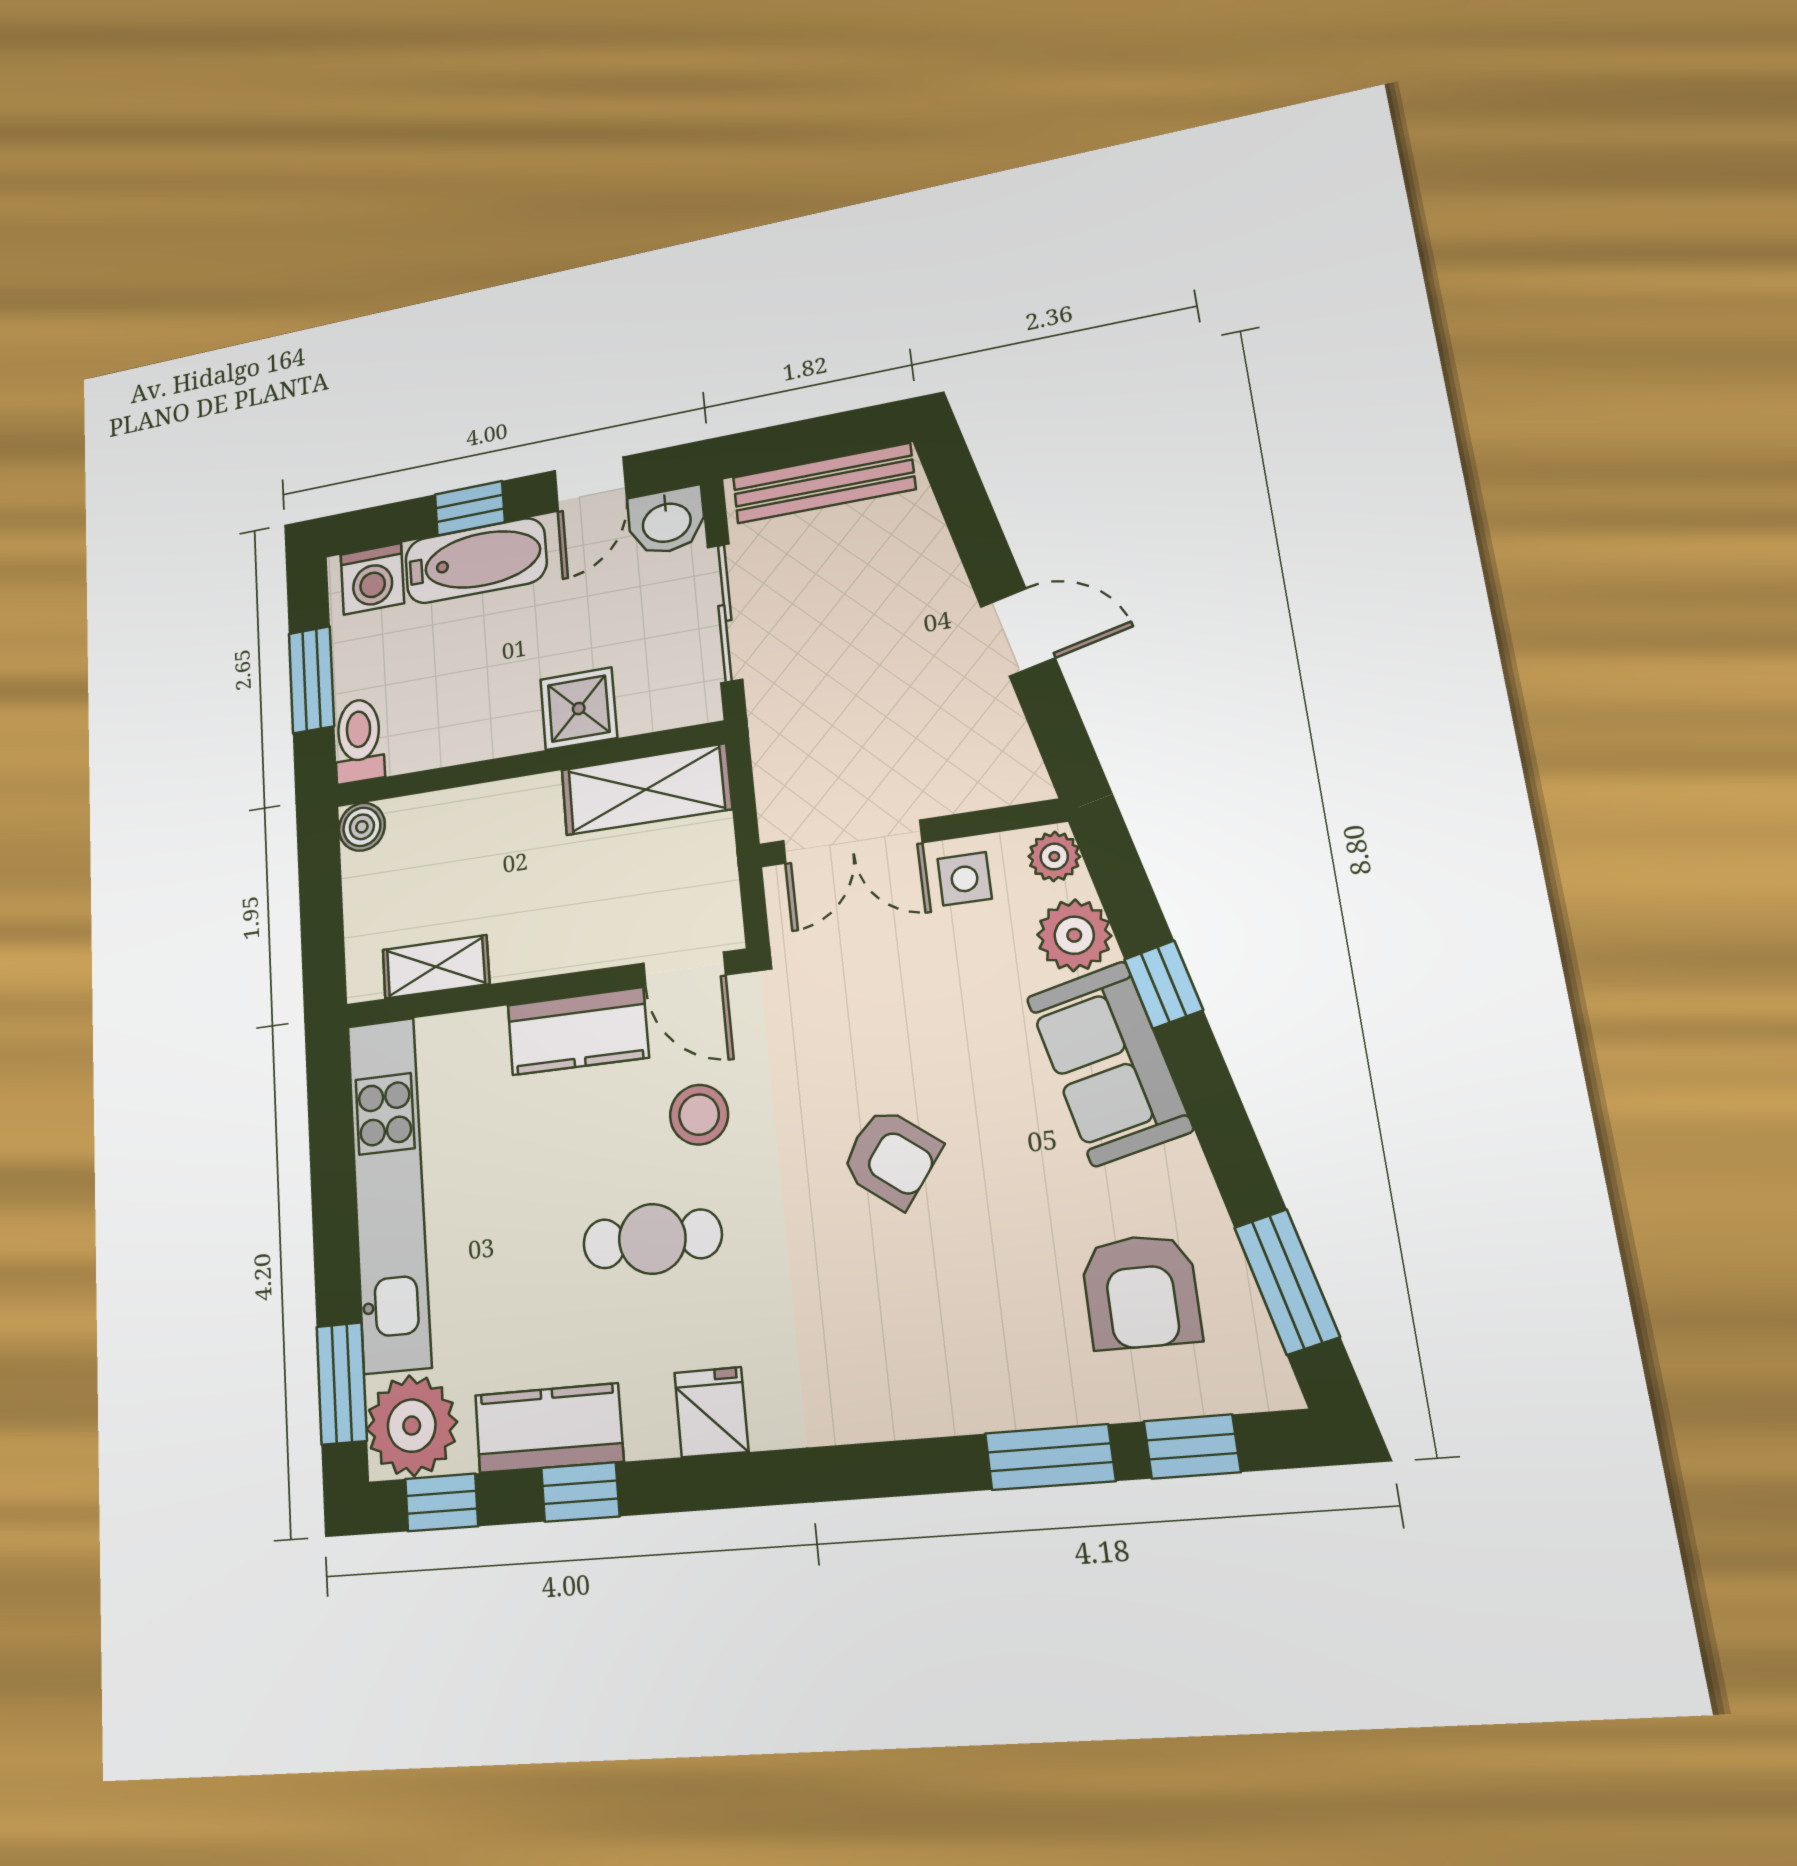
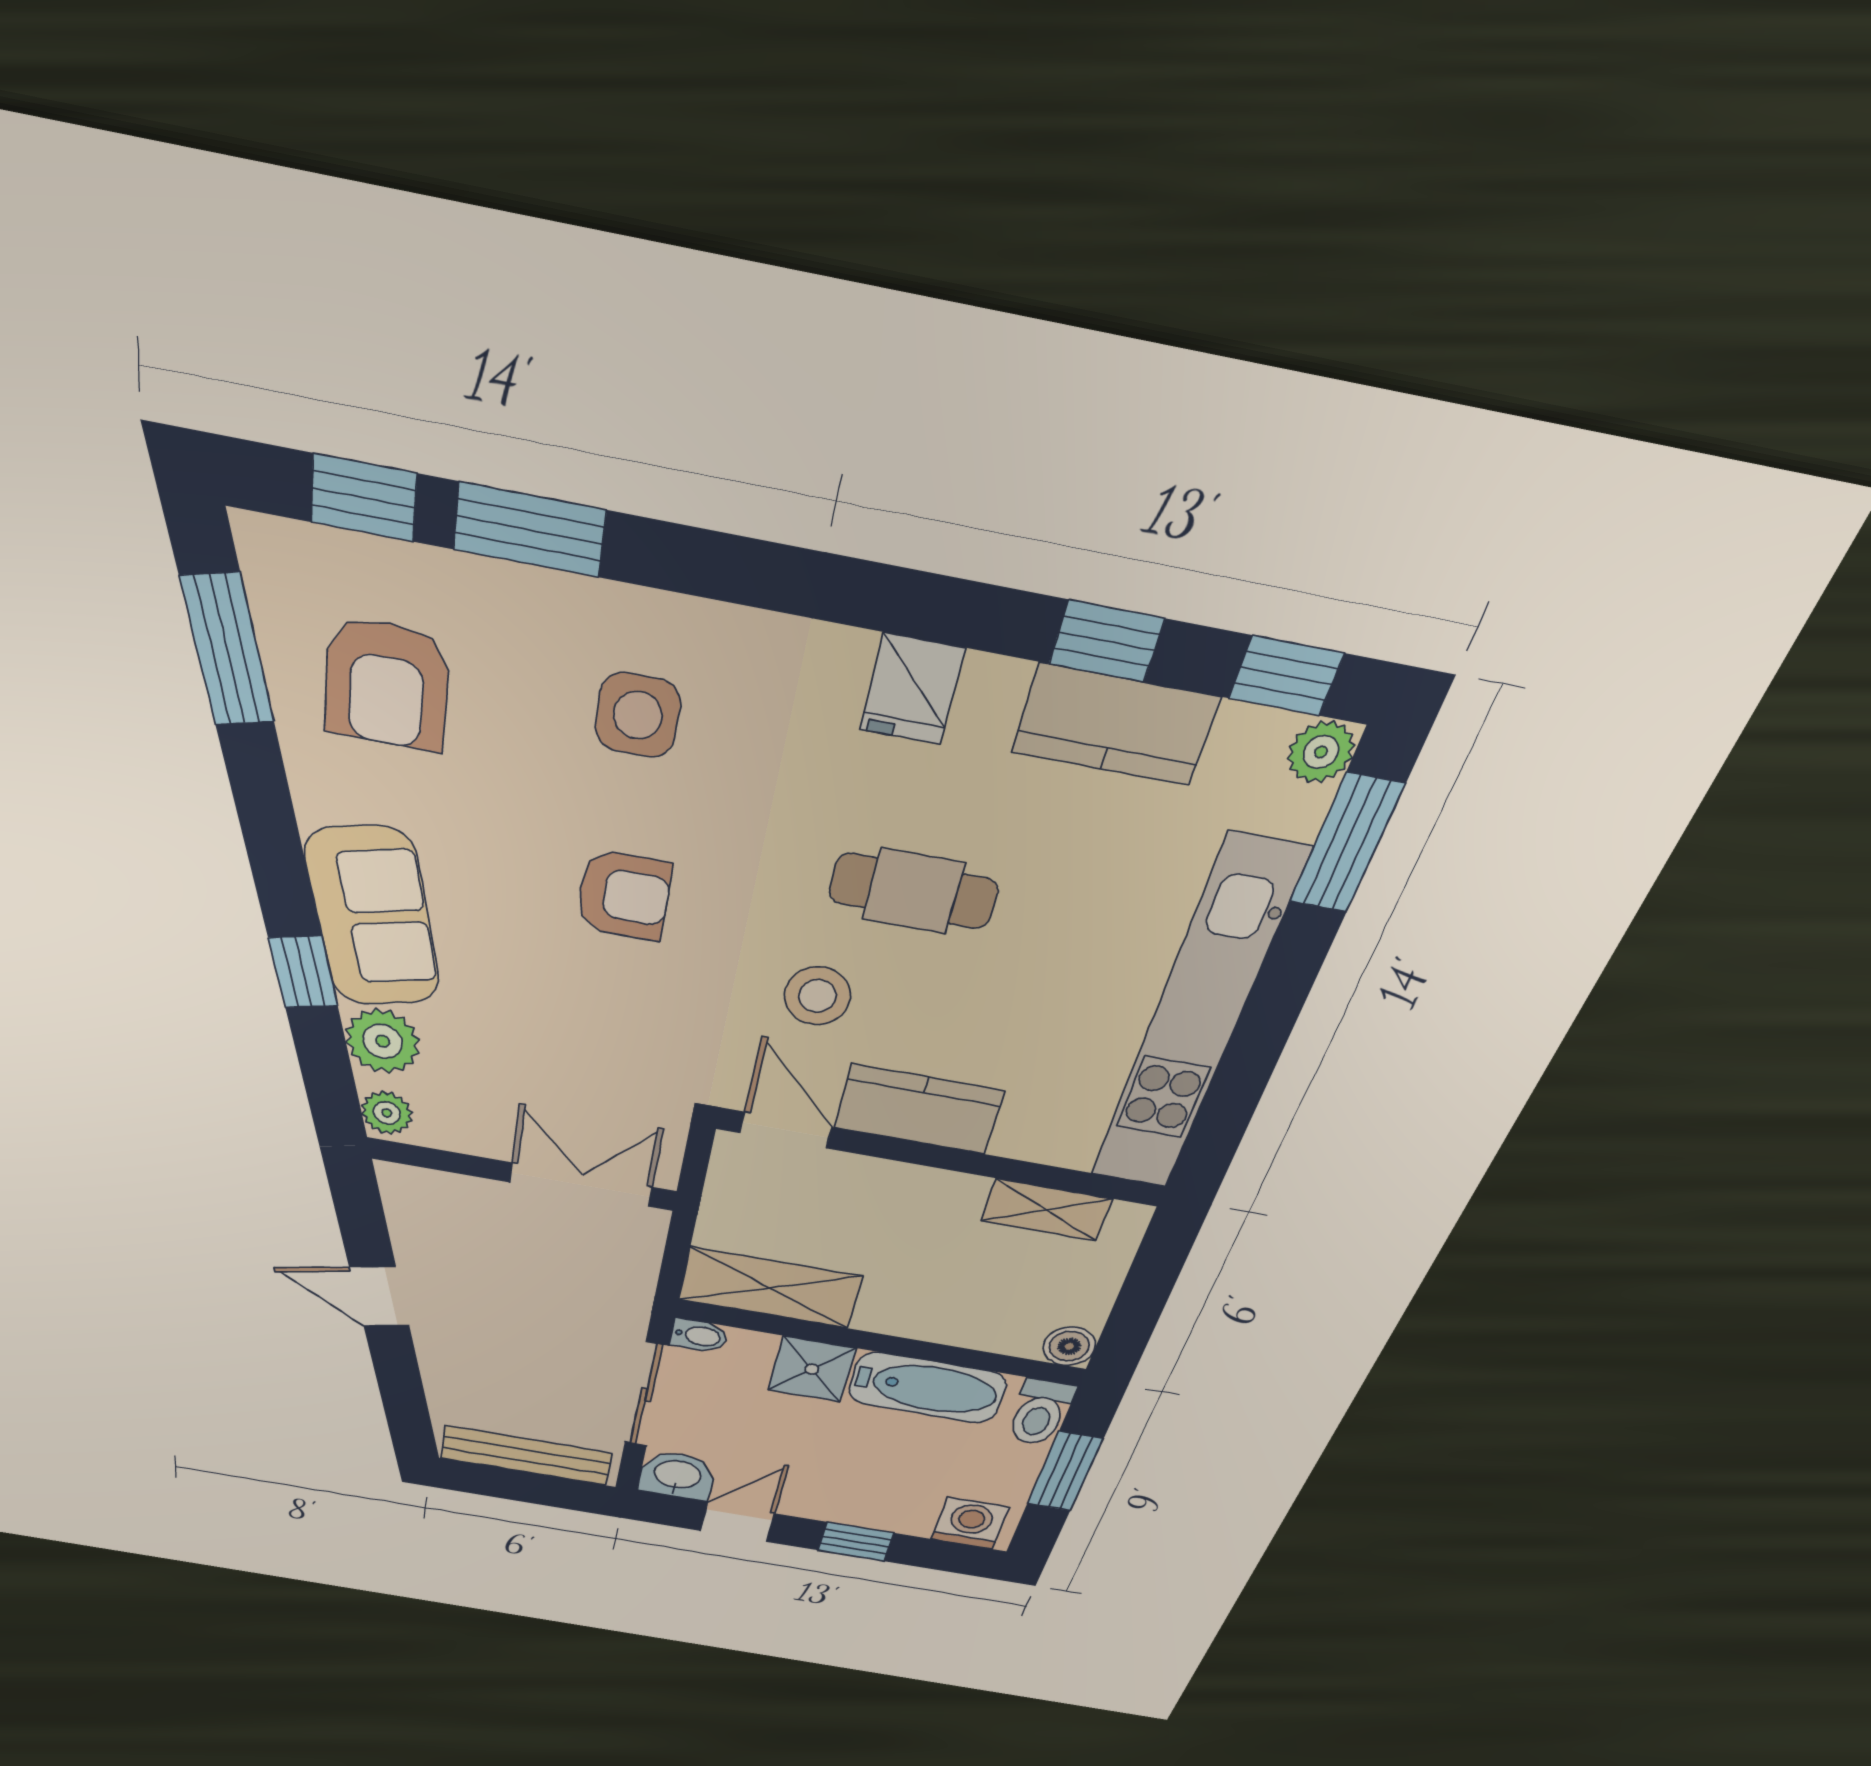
bathtub: (476, 561) -> (927, 1388), moved, turned 180
bidet: (695, 707) -> (699, 1336), added
side table: (965, 879) -> (638, 715), moved, width x1.37, depth x1.37
armchair: (891, 1158) -> (624, 895), turned 143
armchair: (1141, 1292) -> (387, 684), turned 180
plant: (412, 1426) -> (1321, 752), width x0.53, depth x0.53

